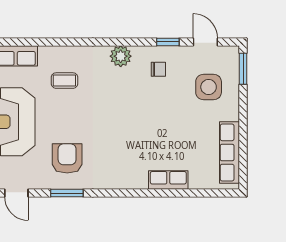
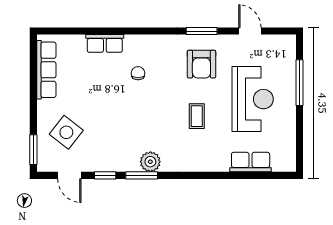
window: (130, 42) -> (142, 175), added
chair: (158, 69) -> (138, 73), moved, turned 90
coffee table: (64, 81) -> (197, 116), moved, turned 90
side table: (209, 87) -> (66, 132), turned 38

